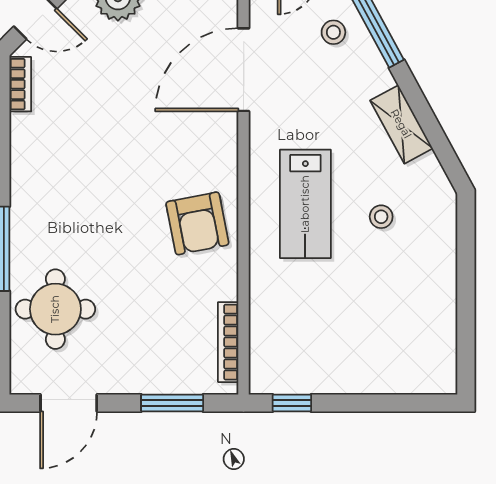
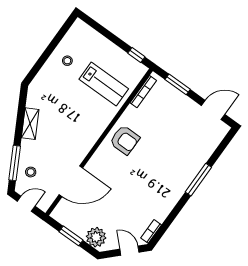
lab bench: (305, 204) -> (104, 84), moved, turned 90
stool: (381, 217) -> (67, 61), moved
armchair: (197, 223) -> (125, 140), turned 101
round table: (55, 309) -> (195, 146), removed

